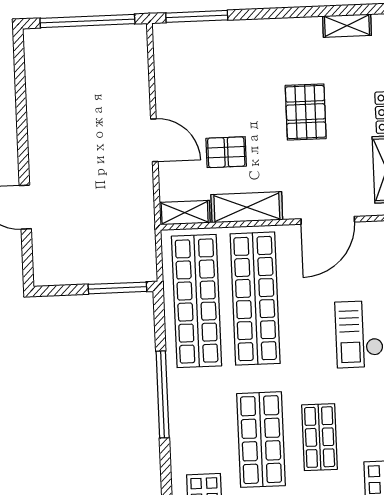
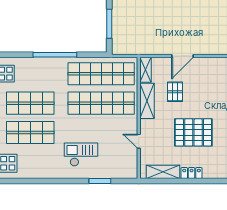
pallet: (306, 112) -> (193, 132), width x1.37, depth x1.41
door: (328, 220) -> (139, 141), width x0.53
window: (117, 288) -> (109, 24), moved
shop shelf: (320, 437) -> (30, 133), width x1.43, depth x1.36

